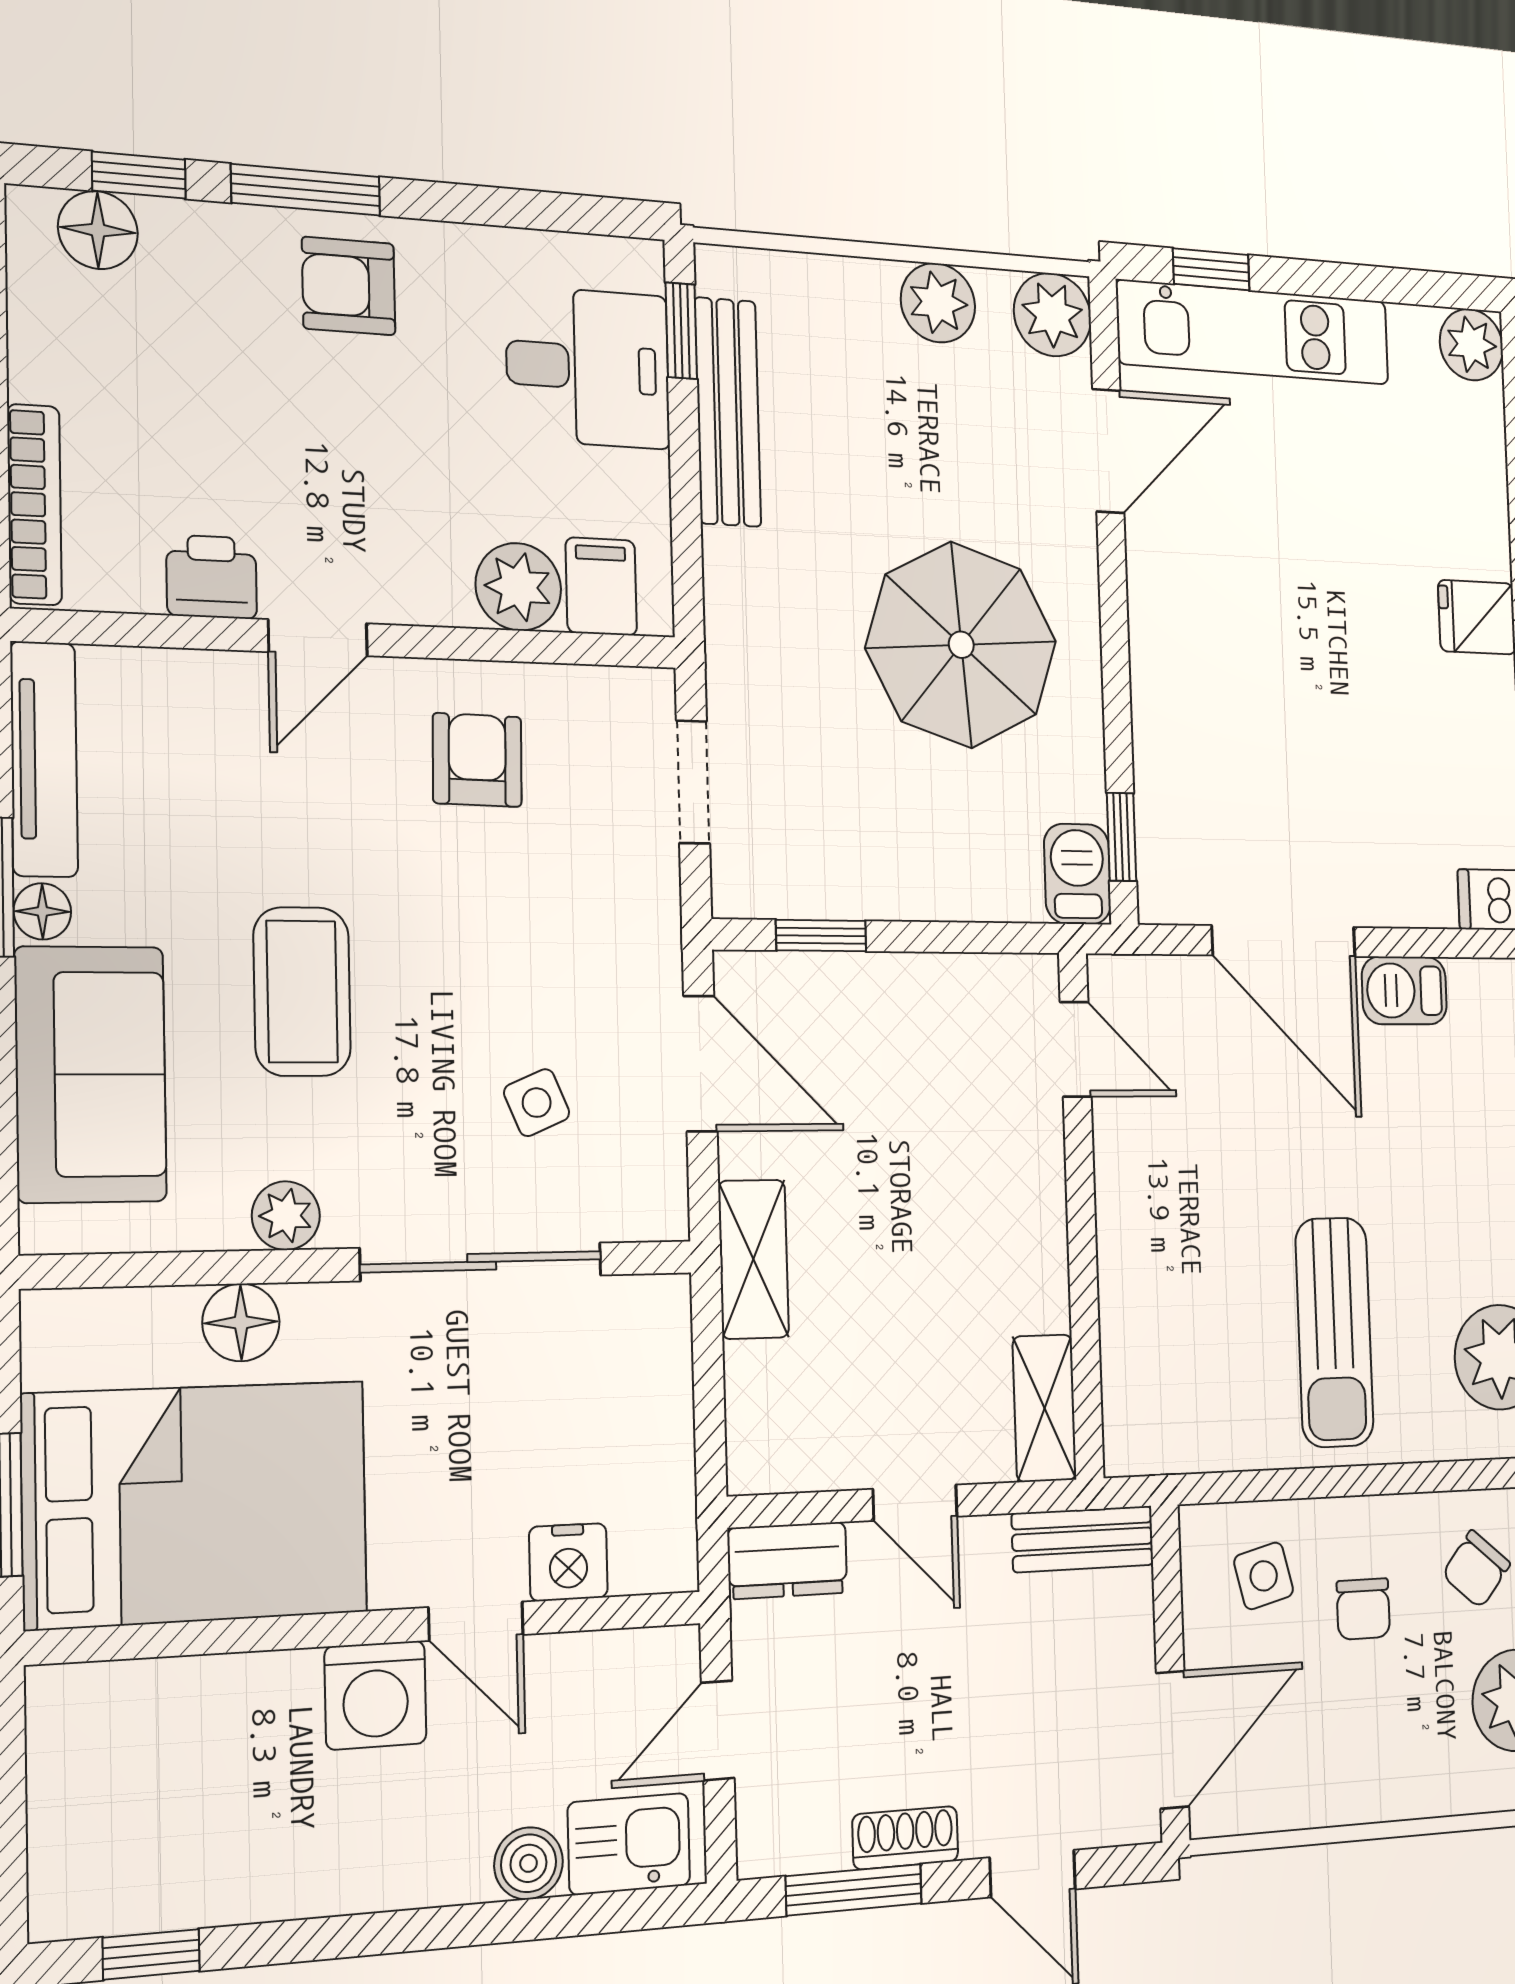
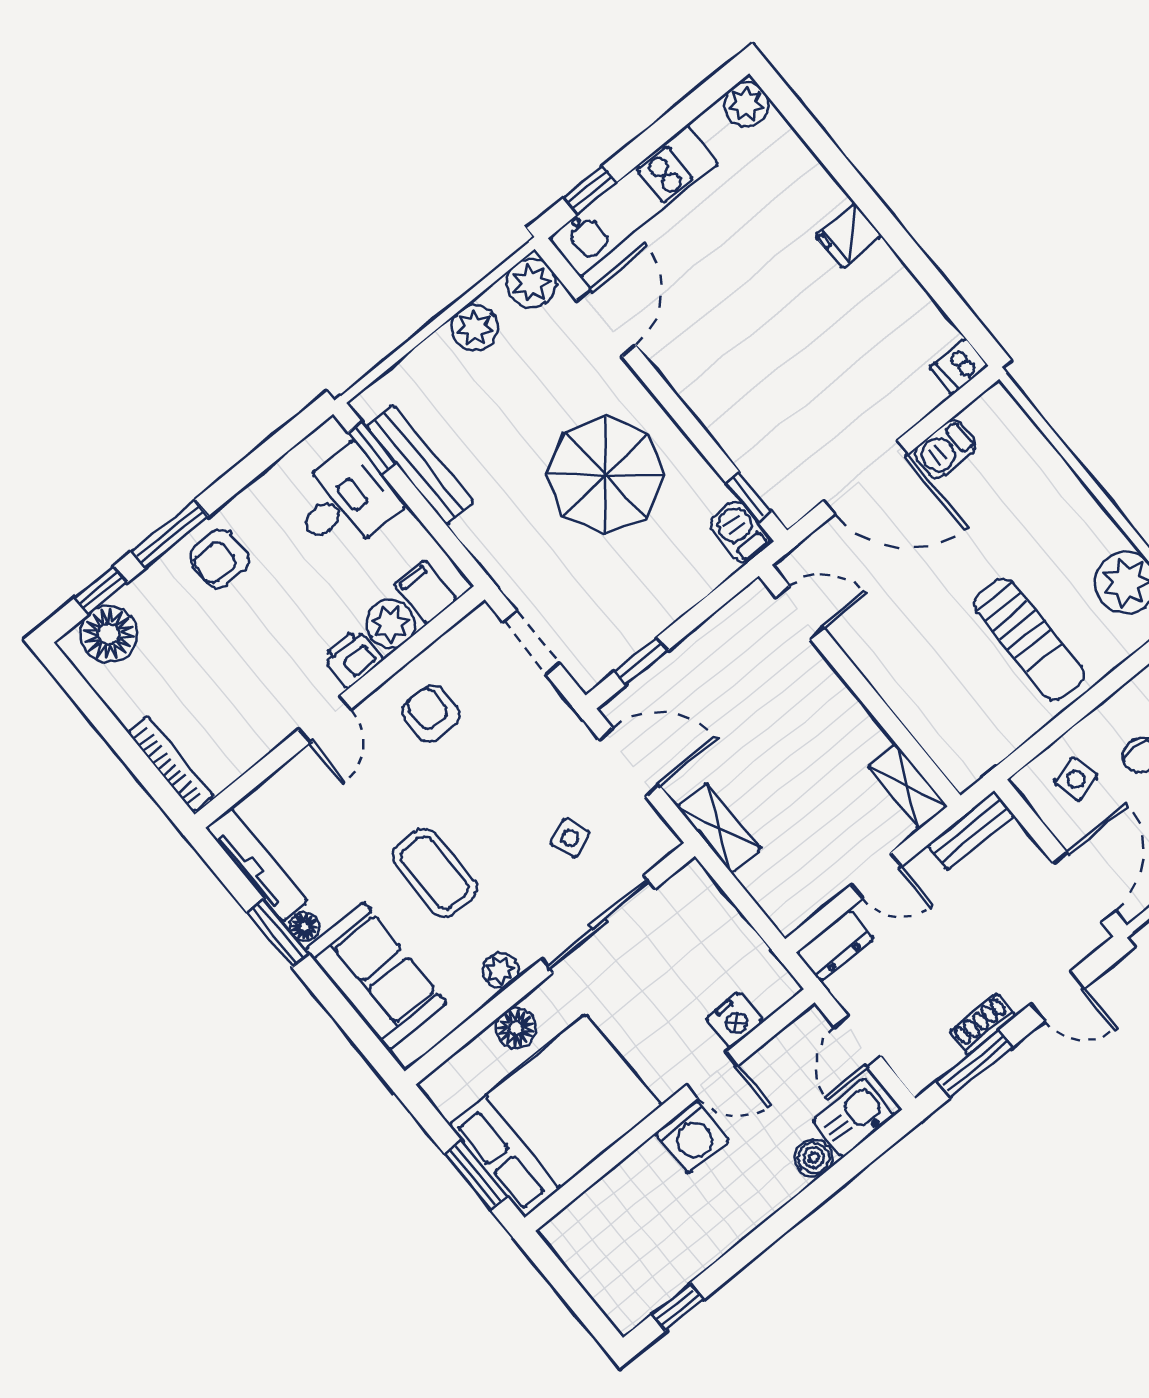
floor lamp: (98, 230) -> (109, 634), width x1.38, depth x1.38
printer: (212, 577) -> (352, 658), moved

